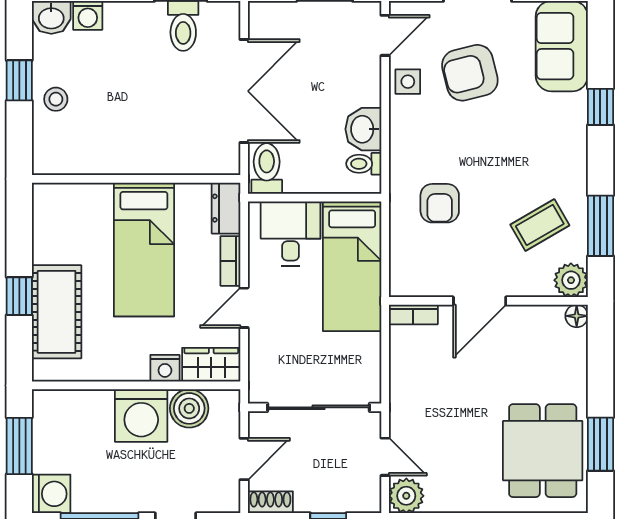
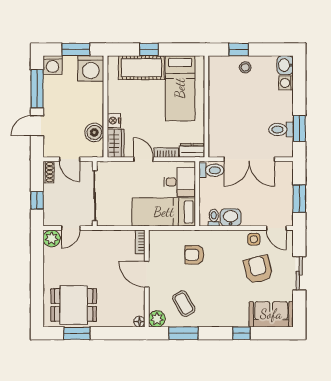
window: (19, 80) -> (239, 49), moved
bed: (144, 249) -> (180, 88), moved, turned -90
washing machine: (141, 416) -> (91, 68), moved, turned -90

